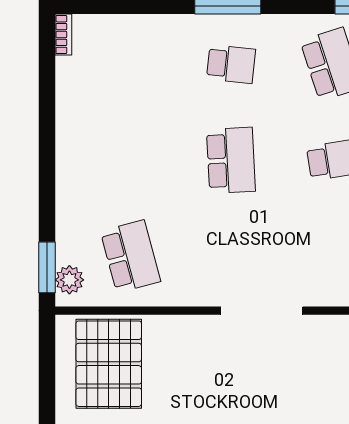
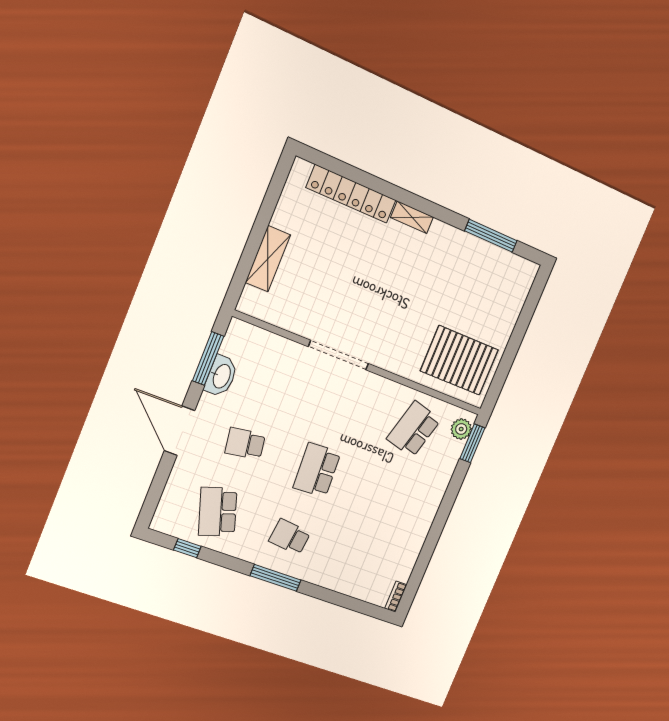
school desk: (131, 256) -> (414, 429), turned 30
pallet: (109, 364) -> (459, 360), turned 90

